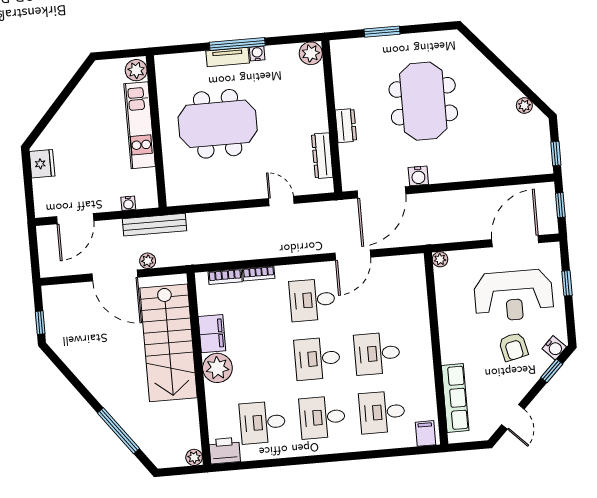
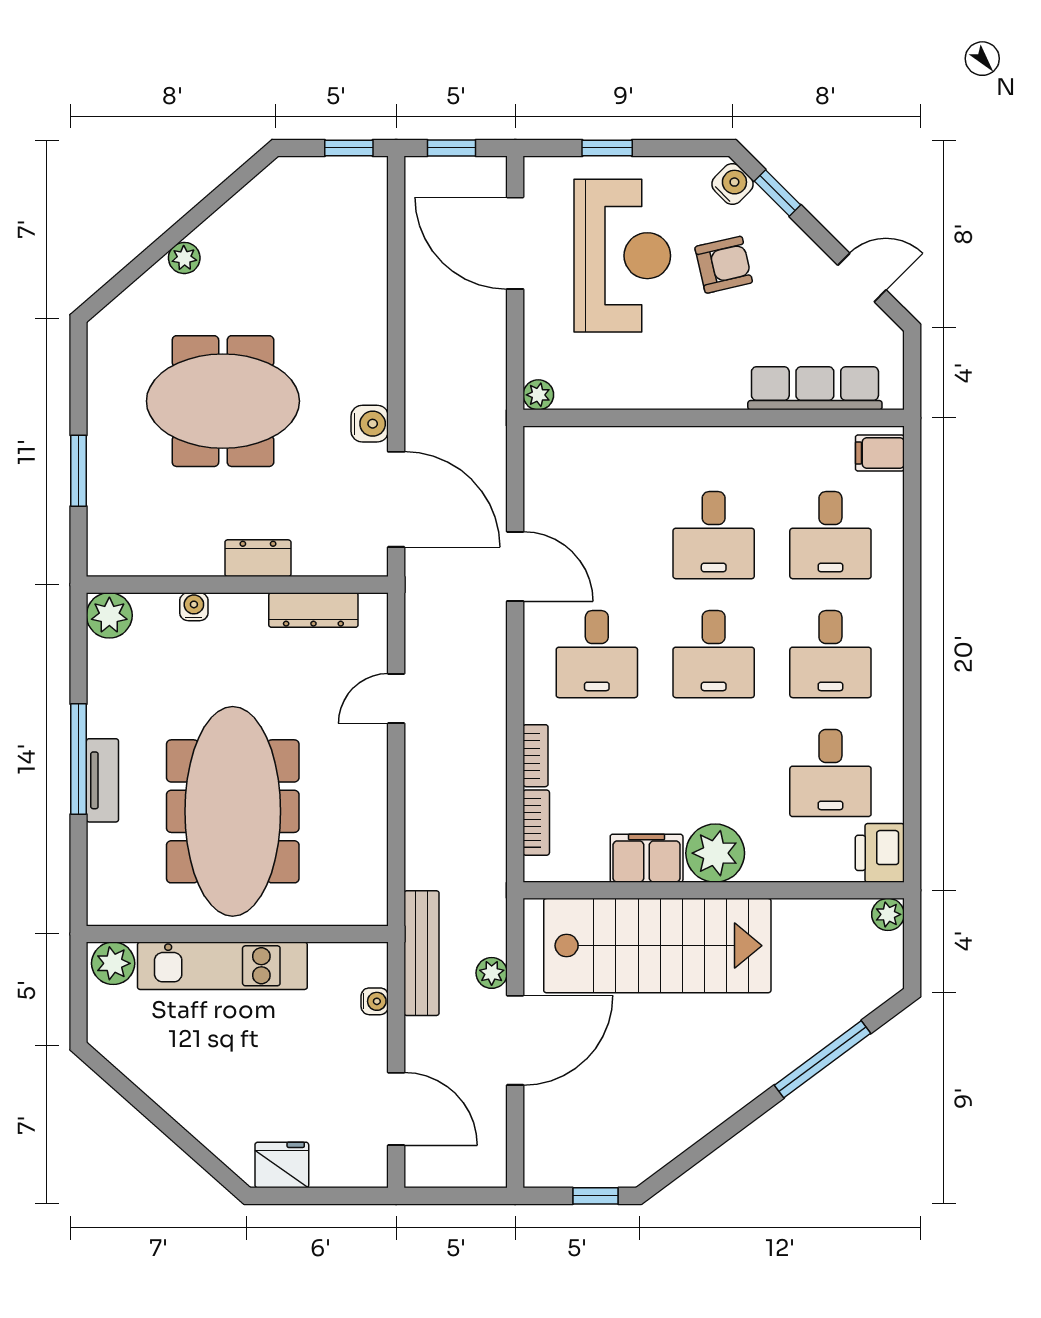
water cooler: (257, 54) -> (194, 607), moved, turned 90
plant: (524, 106) -> (184, 258), moved
meeting table: (218, 124) -> (233, 811), width x1.36

